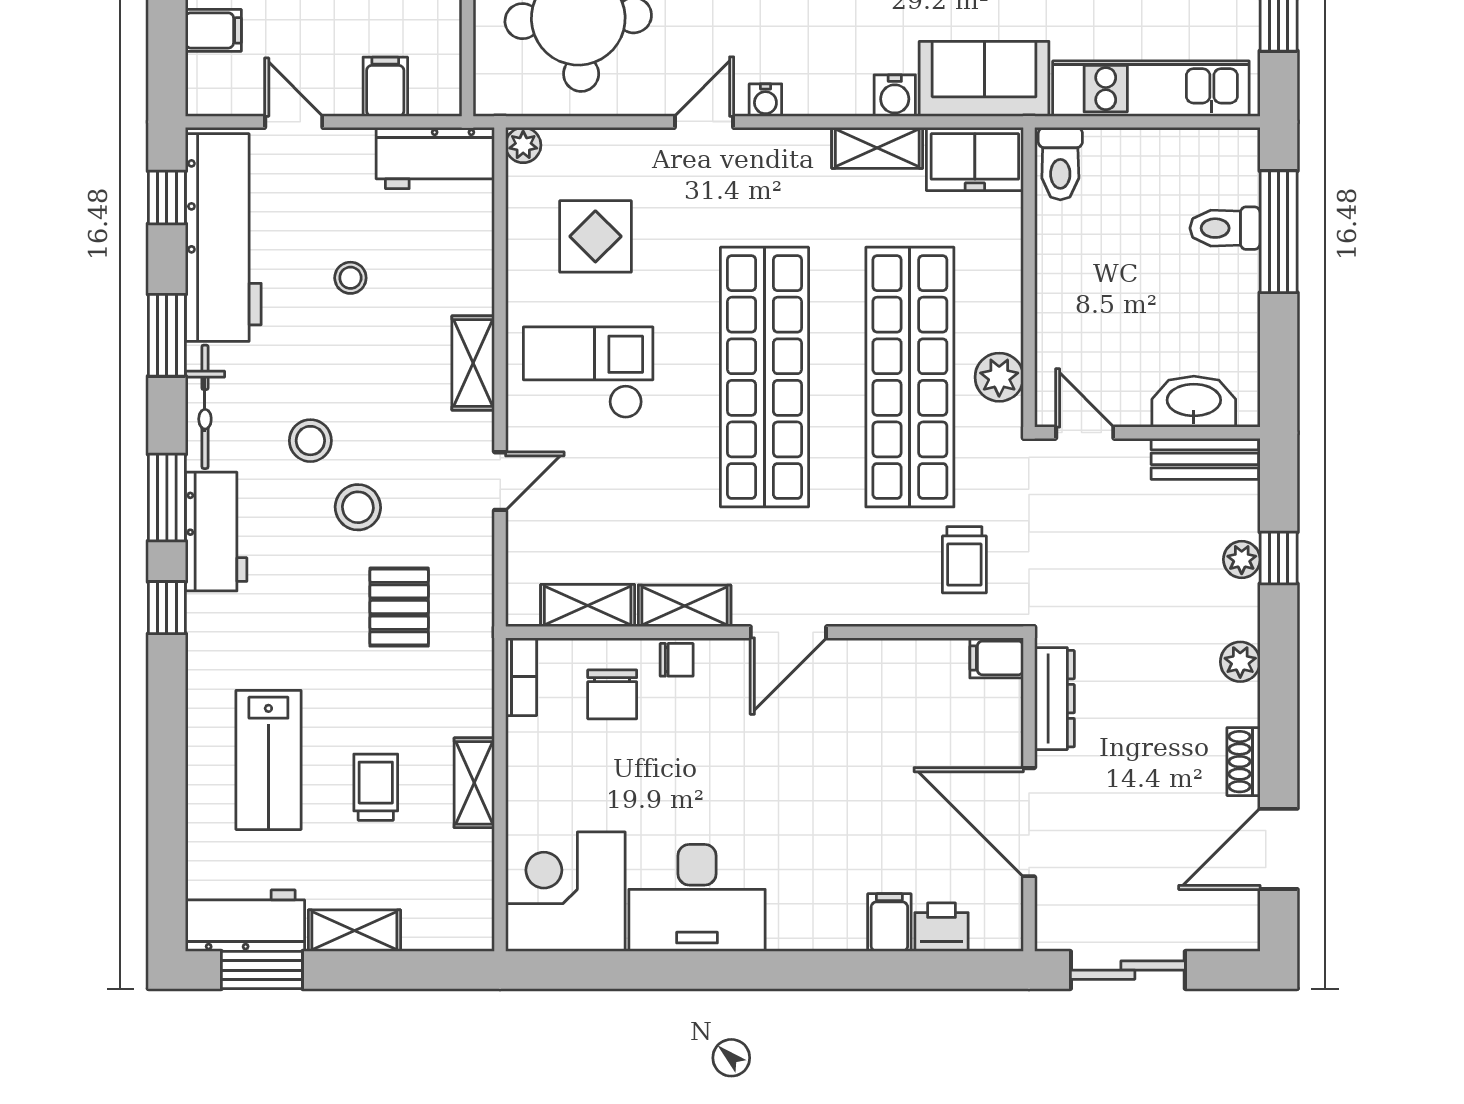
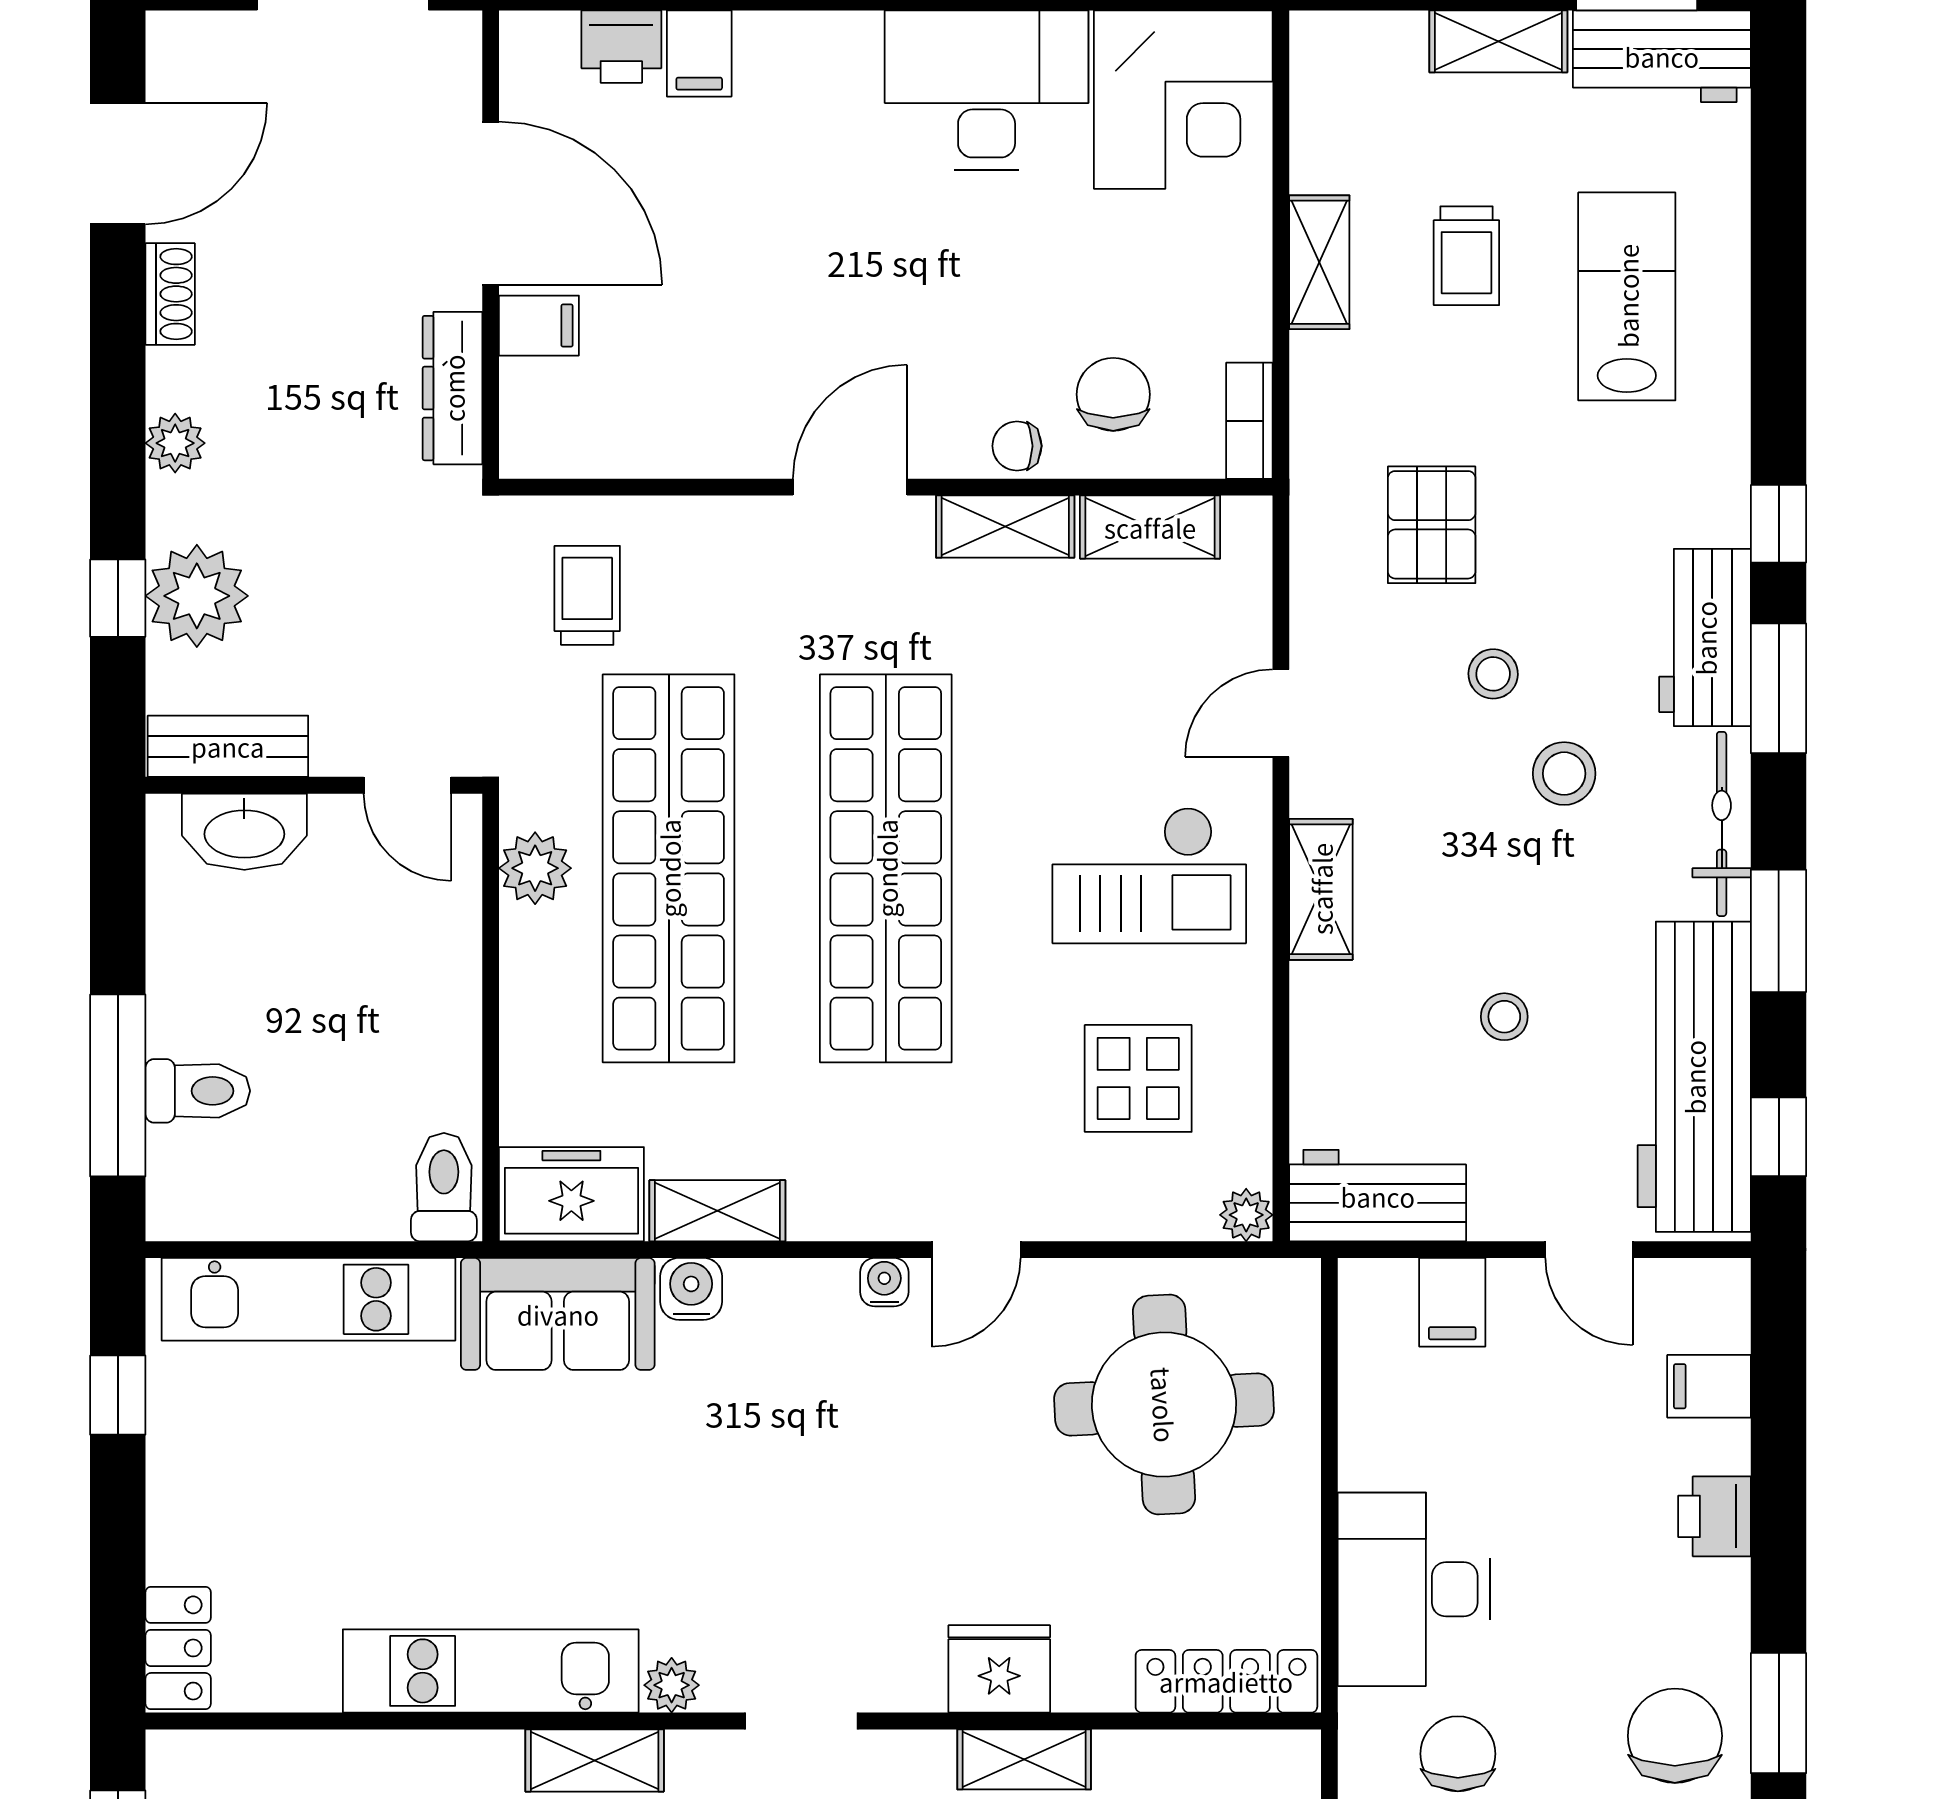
stool: (358, 507) -> (1493, 674), width x0.73, depth x0.73
plant: (1242, 559) -> (197, 596), width x1.87, depth x1.87
filing cabinet: (997, 658) -> (539, 326), moved

